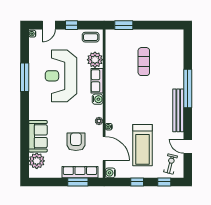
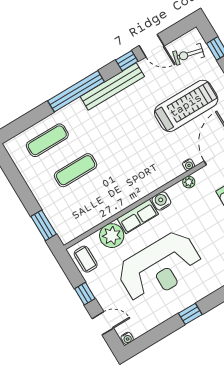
exercise mat: (170, 56) -> (47, 140), added
window: (25, 77) -> (190, 314), width x0.46
window: (188, 127) -> (127, 61), added
door: (188, 146) -> (152, 46), hinge flipped

